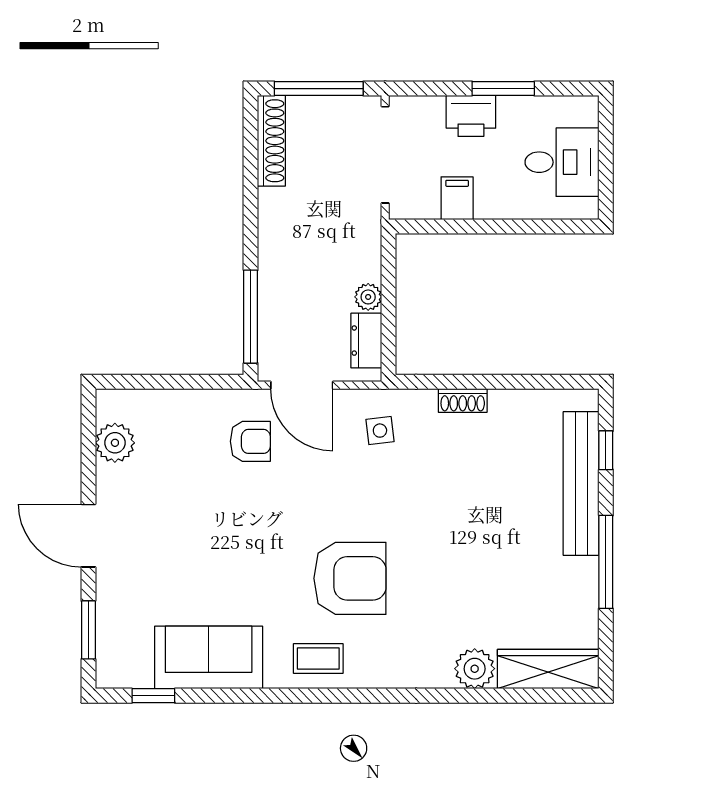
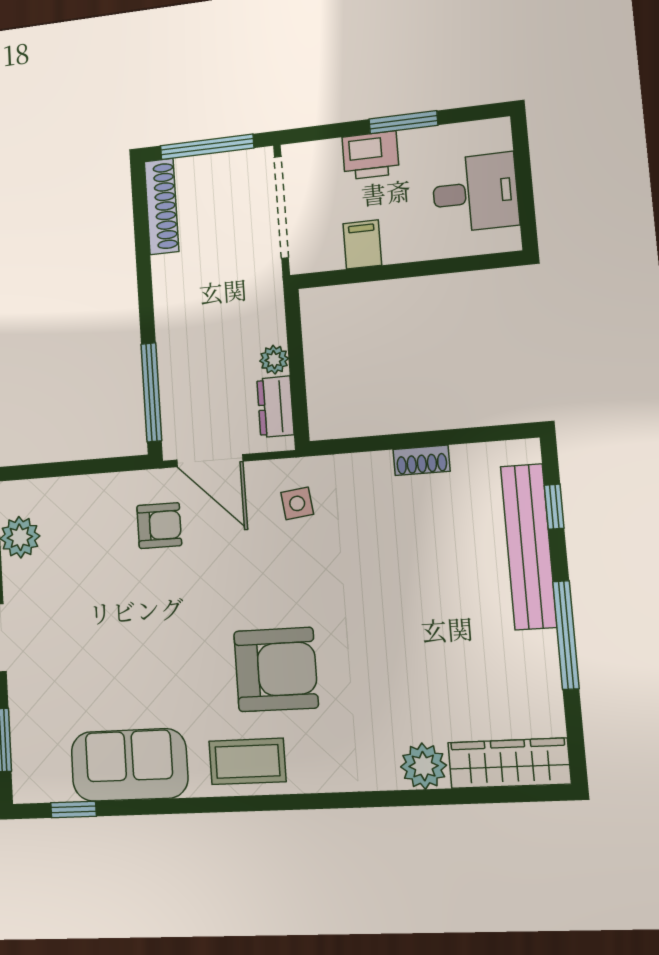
shoe rack: (463, 400) -> (422, 460), moved
coffee table: (318, 659) -> (247, 761), width x1.36, depth x1.30

